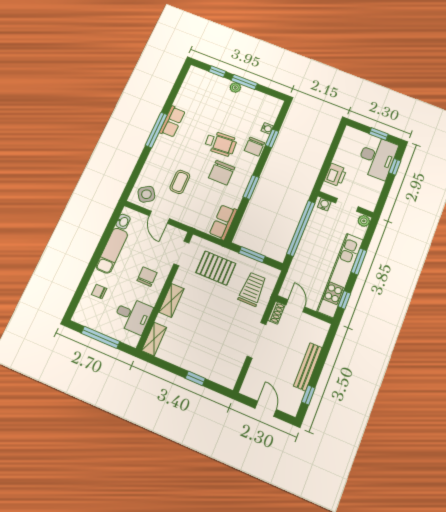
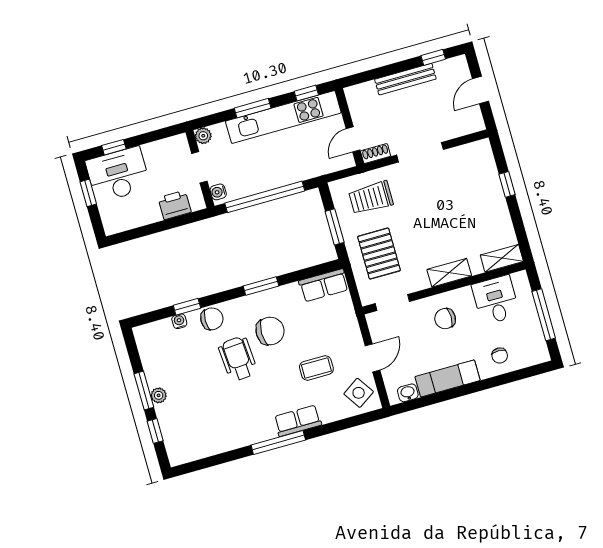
row of seats: (172, 122) -> (298, 421), moved

